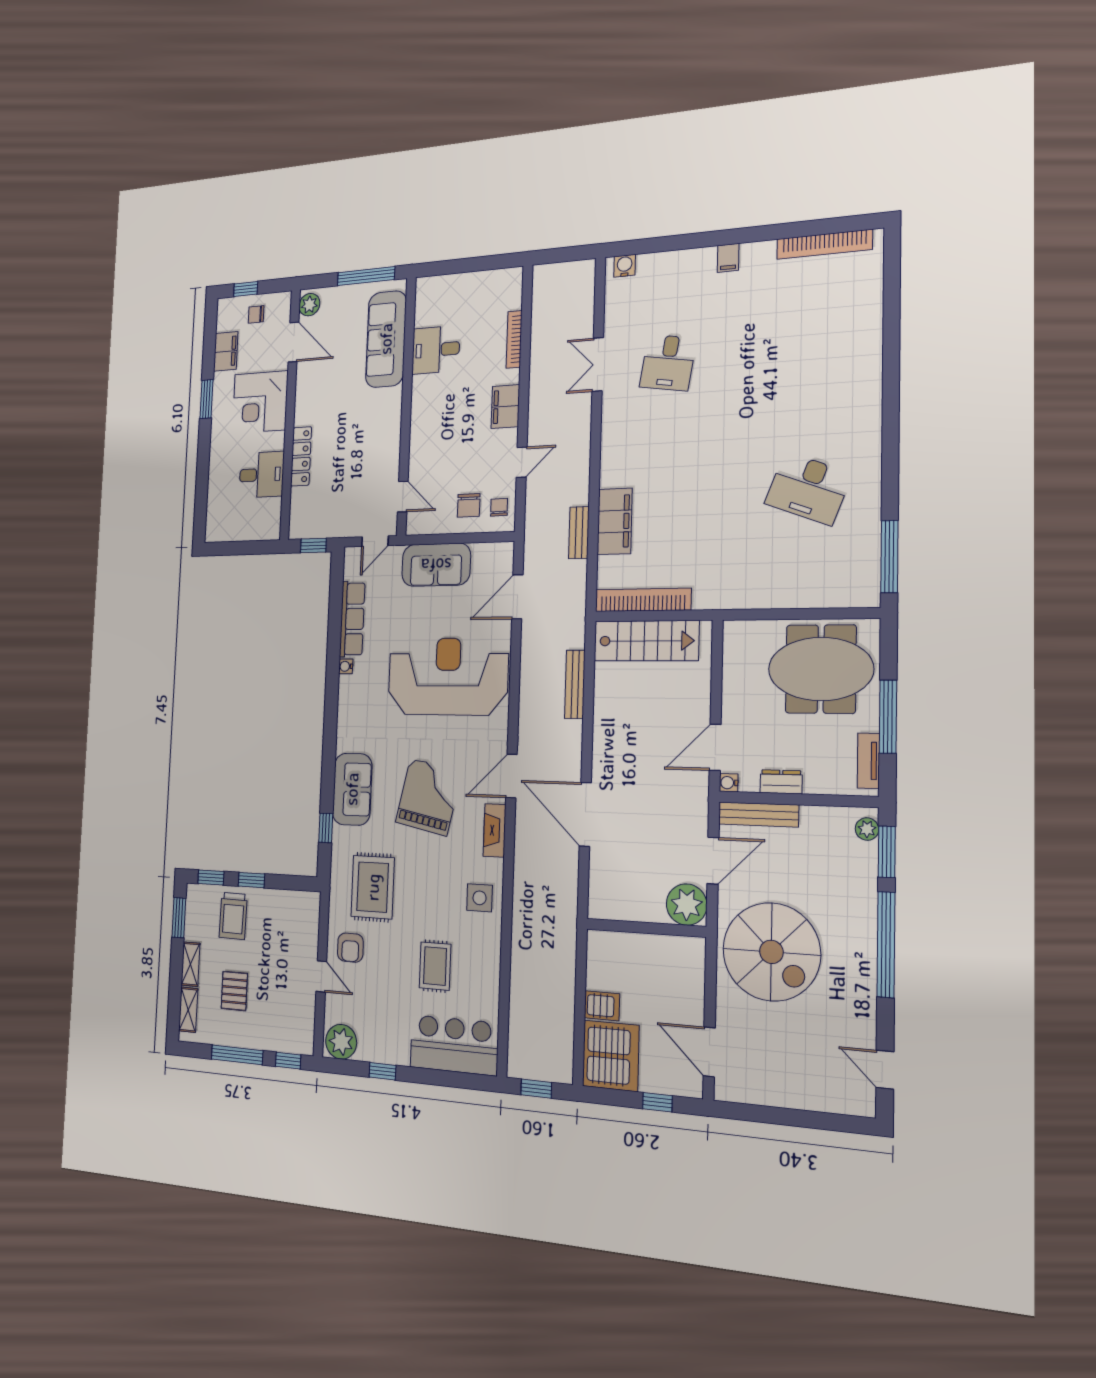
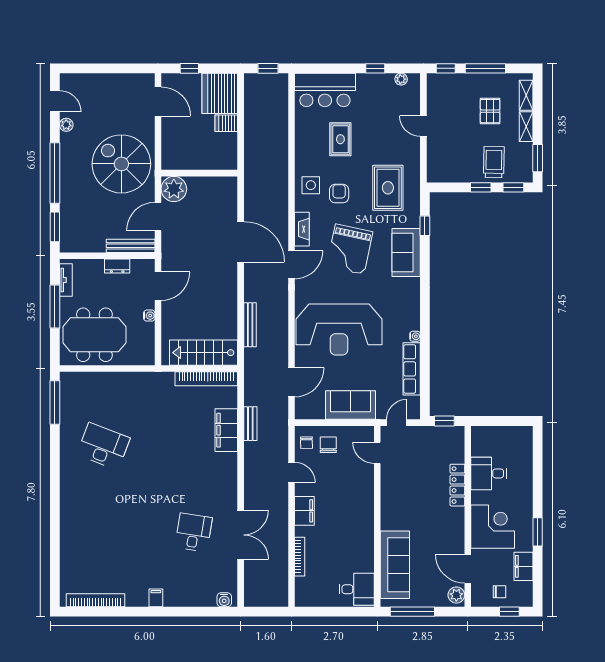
desk: (436, 350) -> (357, 589), moved
double door: (598, 364) -> (241, 535), width x1.37
door: (522, 462) -> (291, 472), swing flipped
water cooler: (729, 783) -> (149, 316), moved
plant: (867, 829) -> (66, 125), moved
armchair: (350, 948) -> (339, 194), moved
plant: (341, 1042) -> (401, 79), width x0.53, depth x0.53

